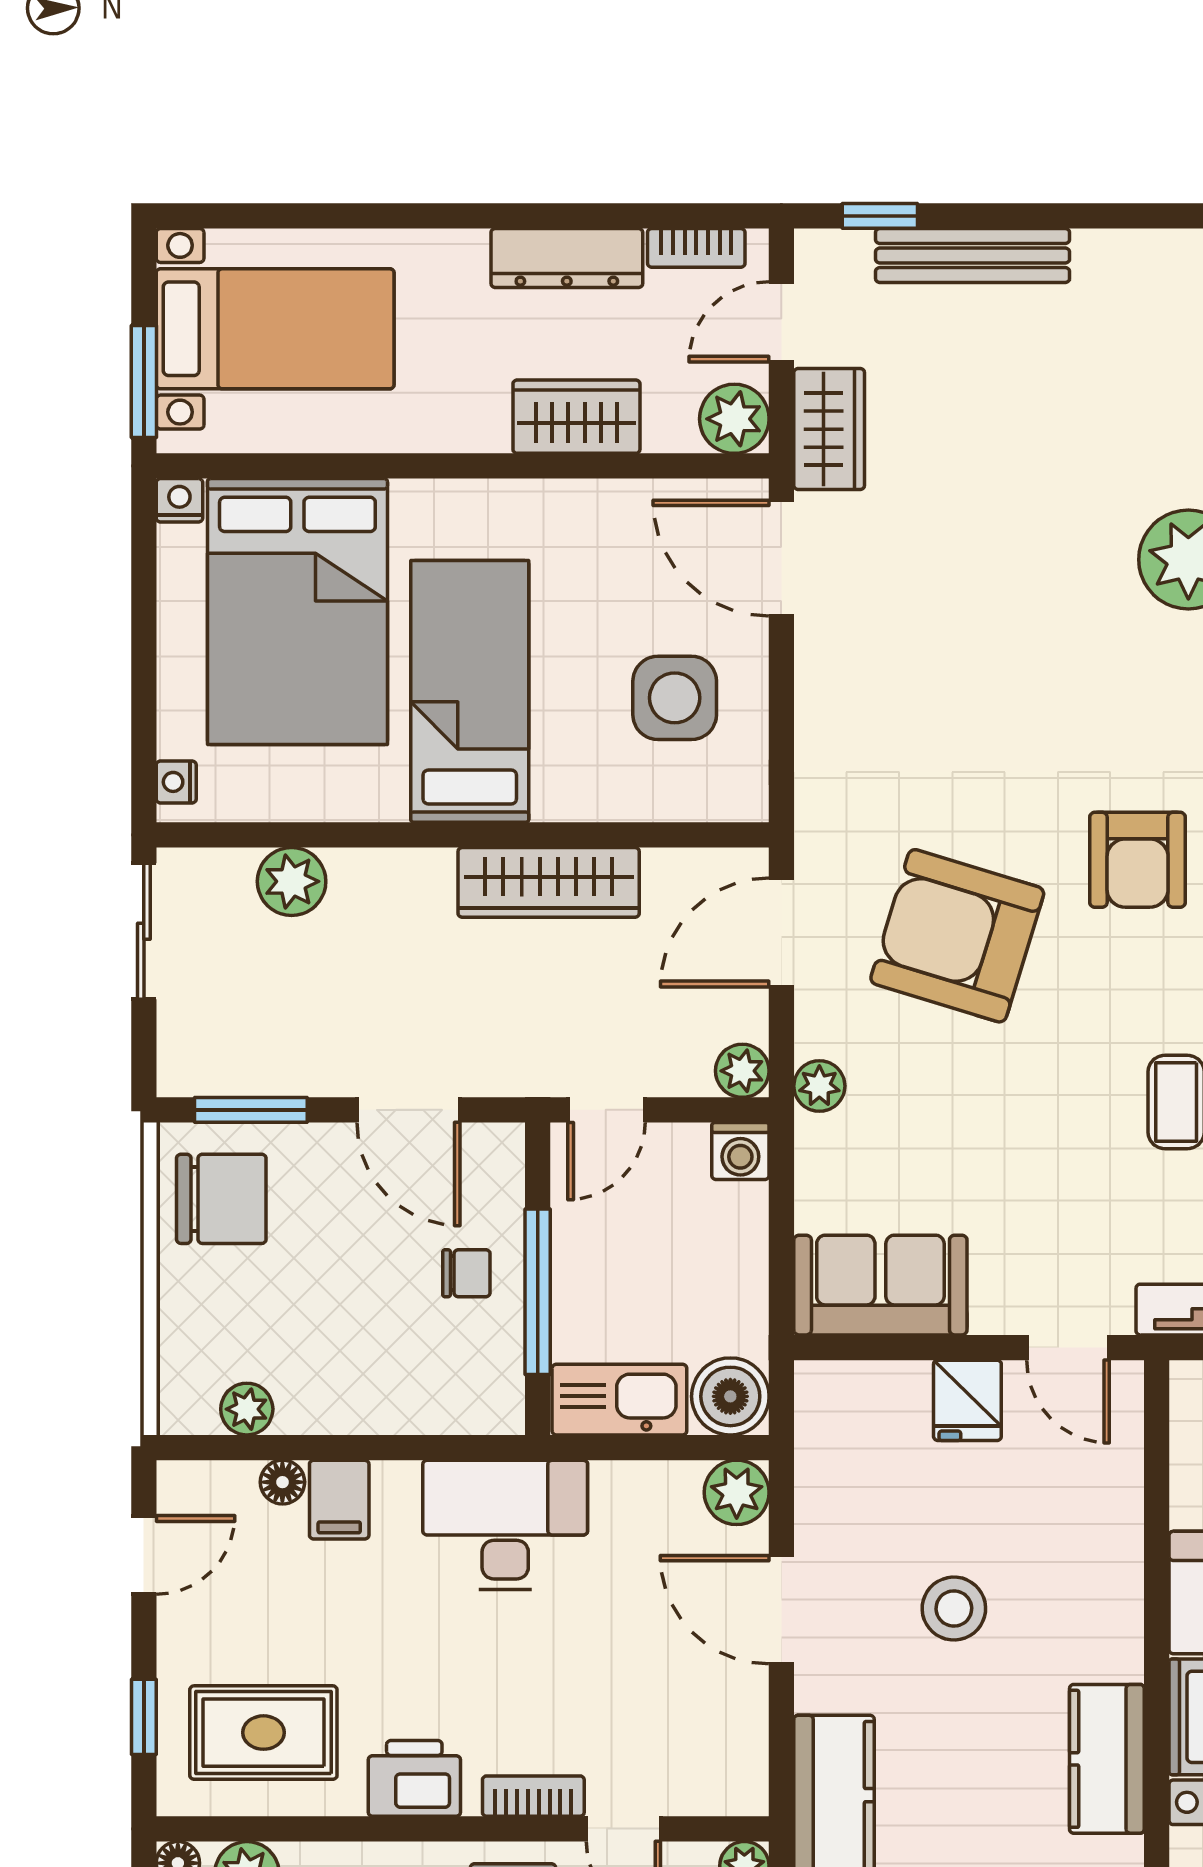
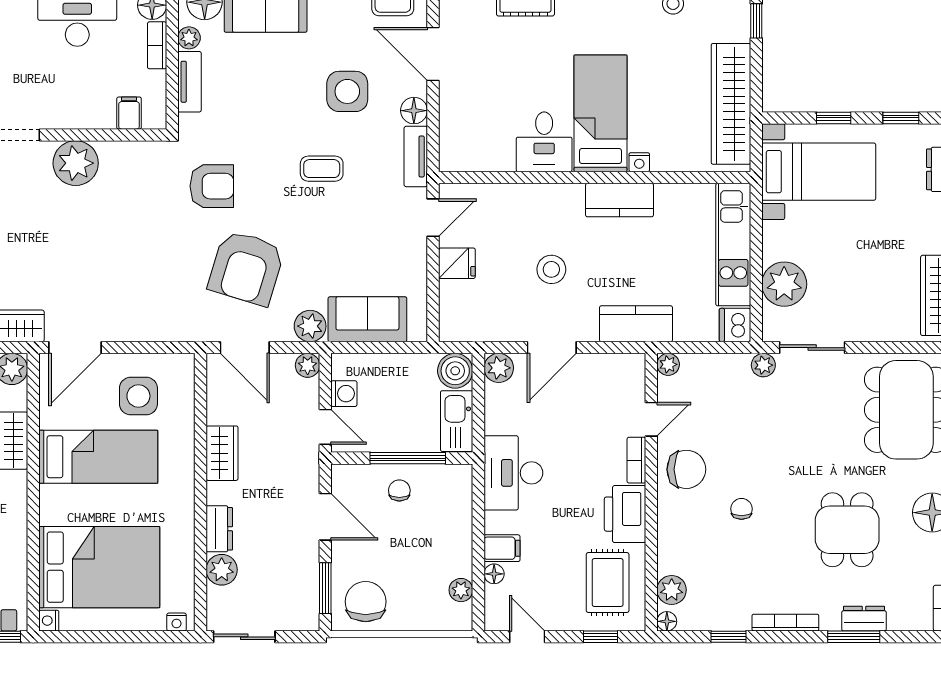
bed: (470, 691) -> (98, 457), moved, turned 180
dresser: (382, 876) -> (219, 529), added
wardrobe: (549, 882) -> (222, 453), width x0.67
plant: (819, 1086) -> (310, 326), width x1.38, depth x1.38
door: (408, 1110) -> (325, 517), hinge flipped
washing machine: (740, 1151) -> (344, 394), moved
sofa: (880, 1285) -> (367, 319), moved, turned 90
printer: (414, 1778) -> (625, 514), width x1.37, depth x1.19

